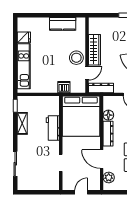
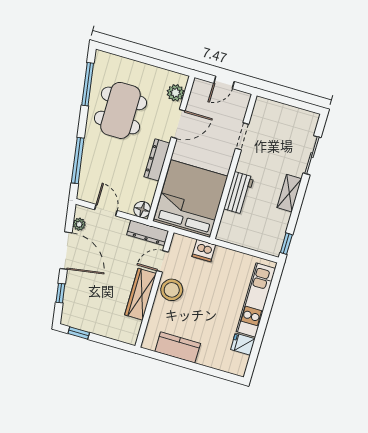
floor lamp: (108, 115) -> (142, 209), moved
shelving: (22, 123) -> (289, 193), moved
door: (102, 159) -> (178, 124), hinge flipped

